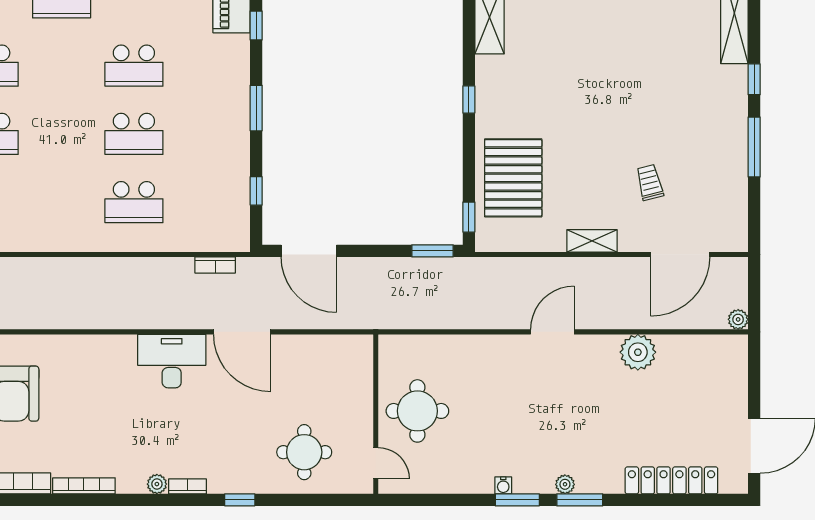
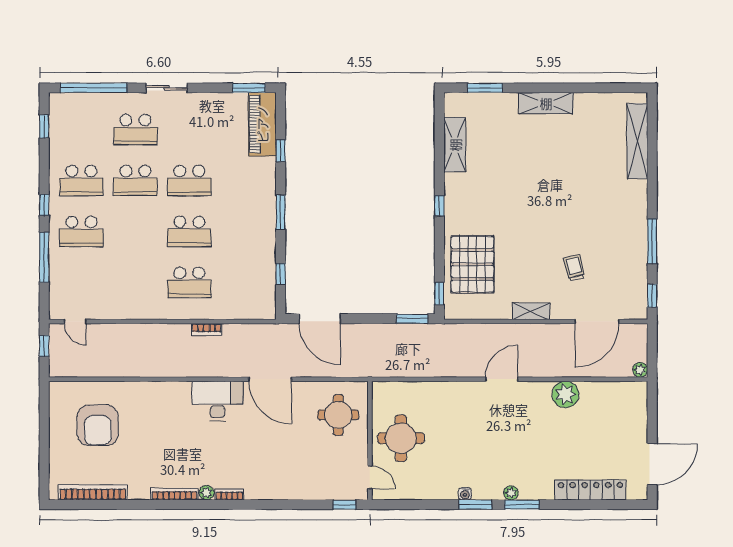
school desk: (62, 66) -> (135, 181), added
window: (754, 79) -> (652, 296), moved
bookcase: (215, 265) -> (207, 329), moved
round table: (304, 452) -> (338, 415), moved
bookcase: (84, 486) -> (174, 494), moved
window: (240, 500) -> (344, 505), moved

